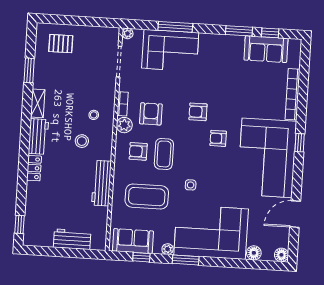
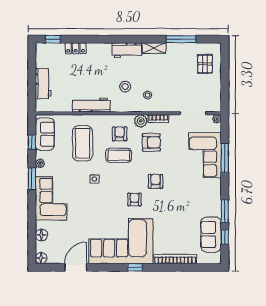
window: (29, 70) -> (181, 39), width x1.44
locker: (34, 168) -> (76, 48), moved
door: (295, 214) -> (76, 267), hinge flipped
corner sofa: (211, 232) -> (51, 198), width x0.73, depth x0.74

